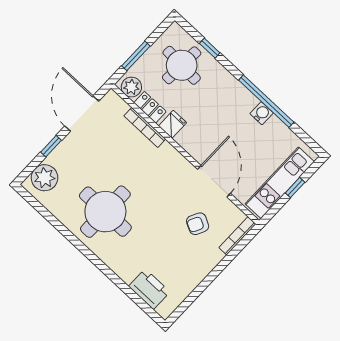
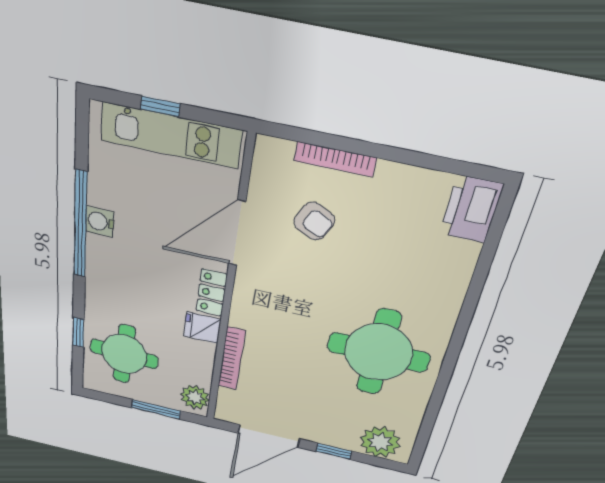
locker: (150, 107) -> (212, 293), moved
bookcase: (237, 236) -> (335, 159), moved
printer: (149, 289) -> (471, 209), moved

